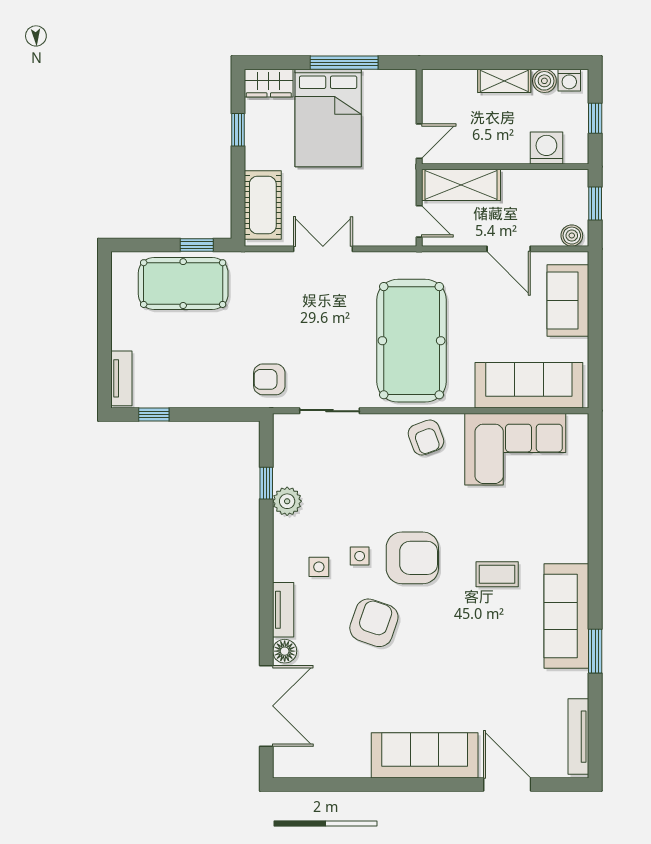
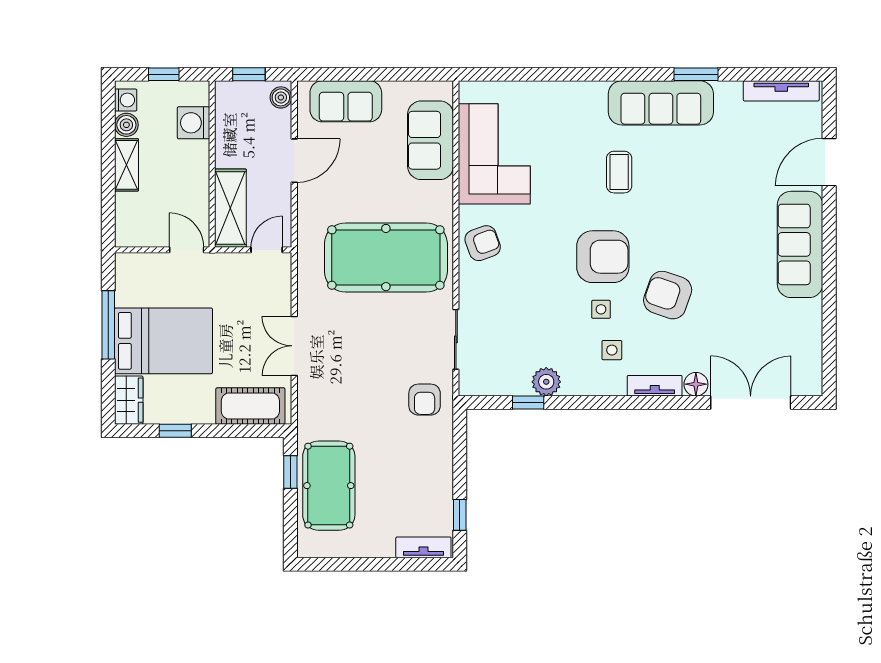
sofa: (529, 385) -> (430, 140), width x0.73
armchair: (412, 558) -> (603, 257), turned 90

